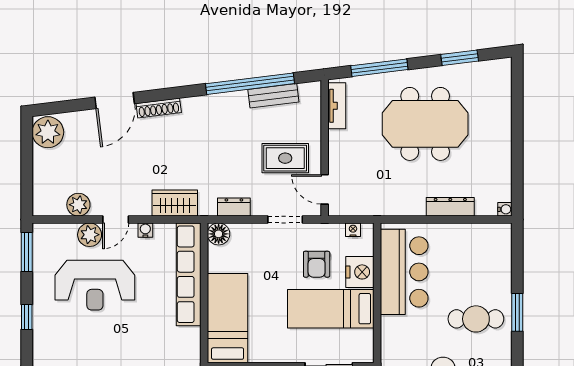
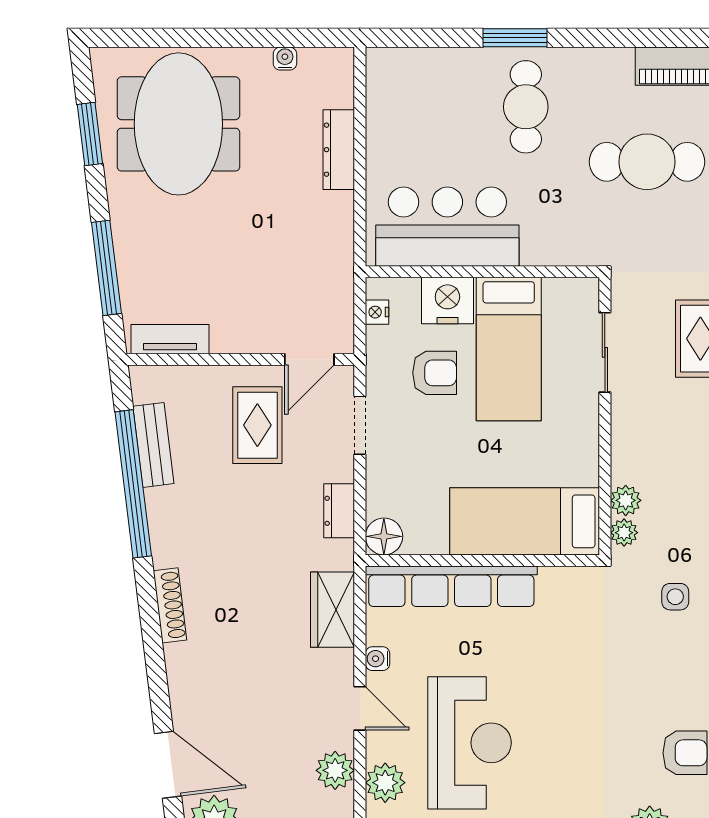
door: (115, 100) -> (168, 765), moved
shoe rack: (159, 108) -> (170, 605), moved
meeting table: (425, 124) -> (178, 124), moved
water cooler: (505, 209) -> (285, 59), moved
plant: (90, 235) -> (385, 783), moved

